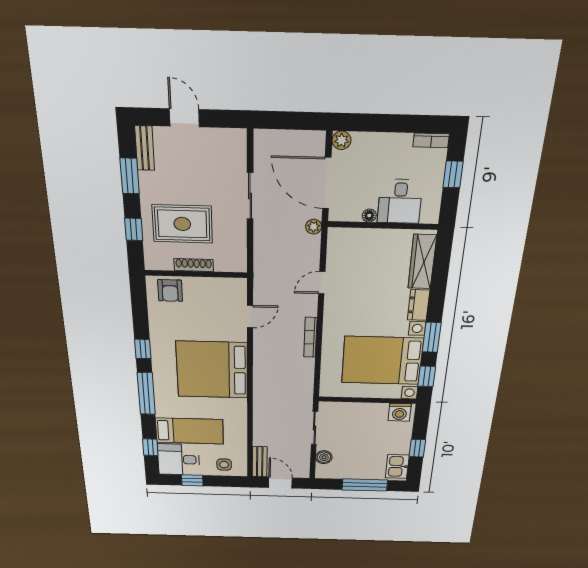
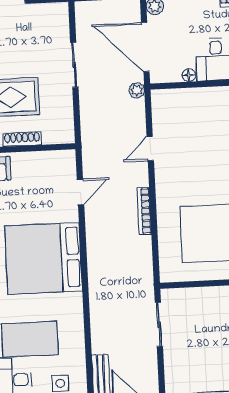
boiler: (324, 457) -> (173, 364), removed

